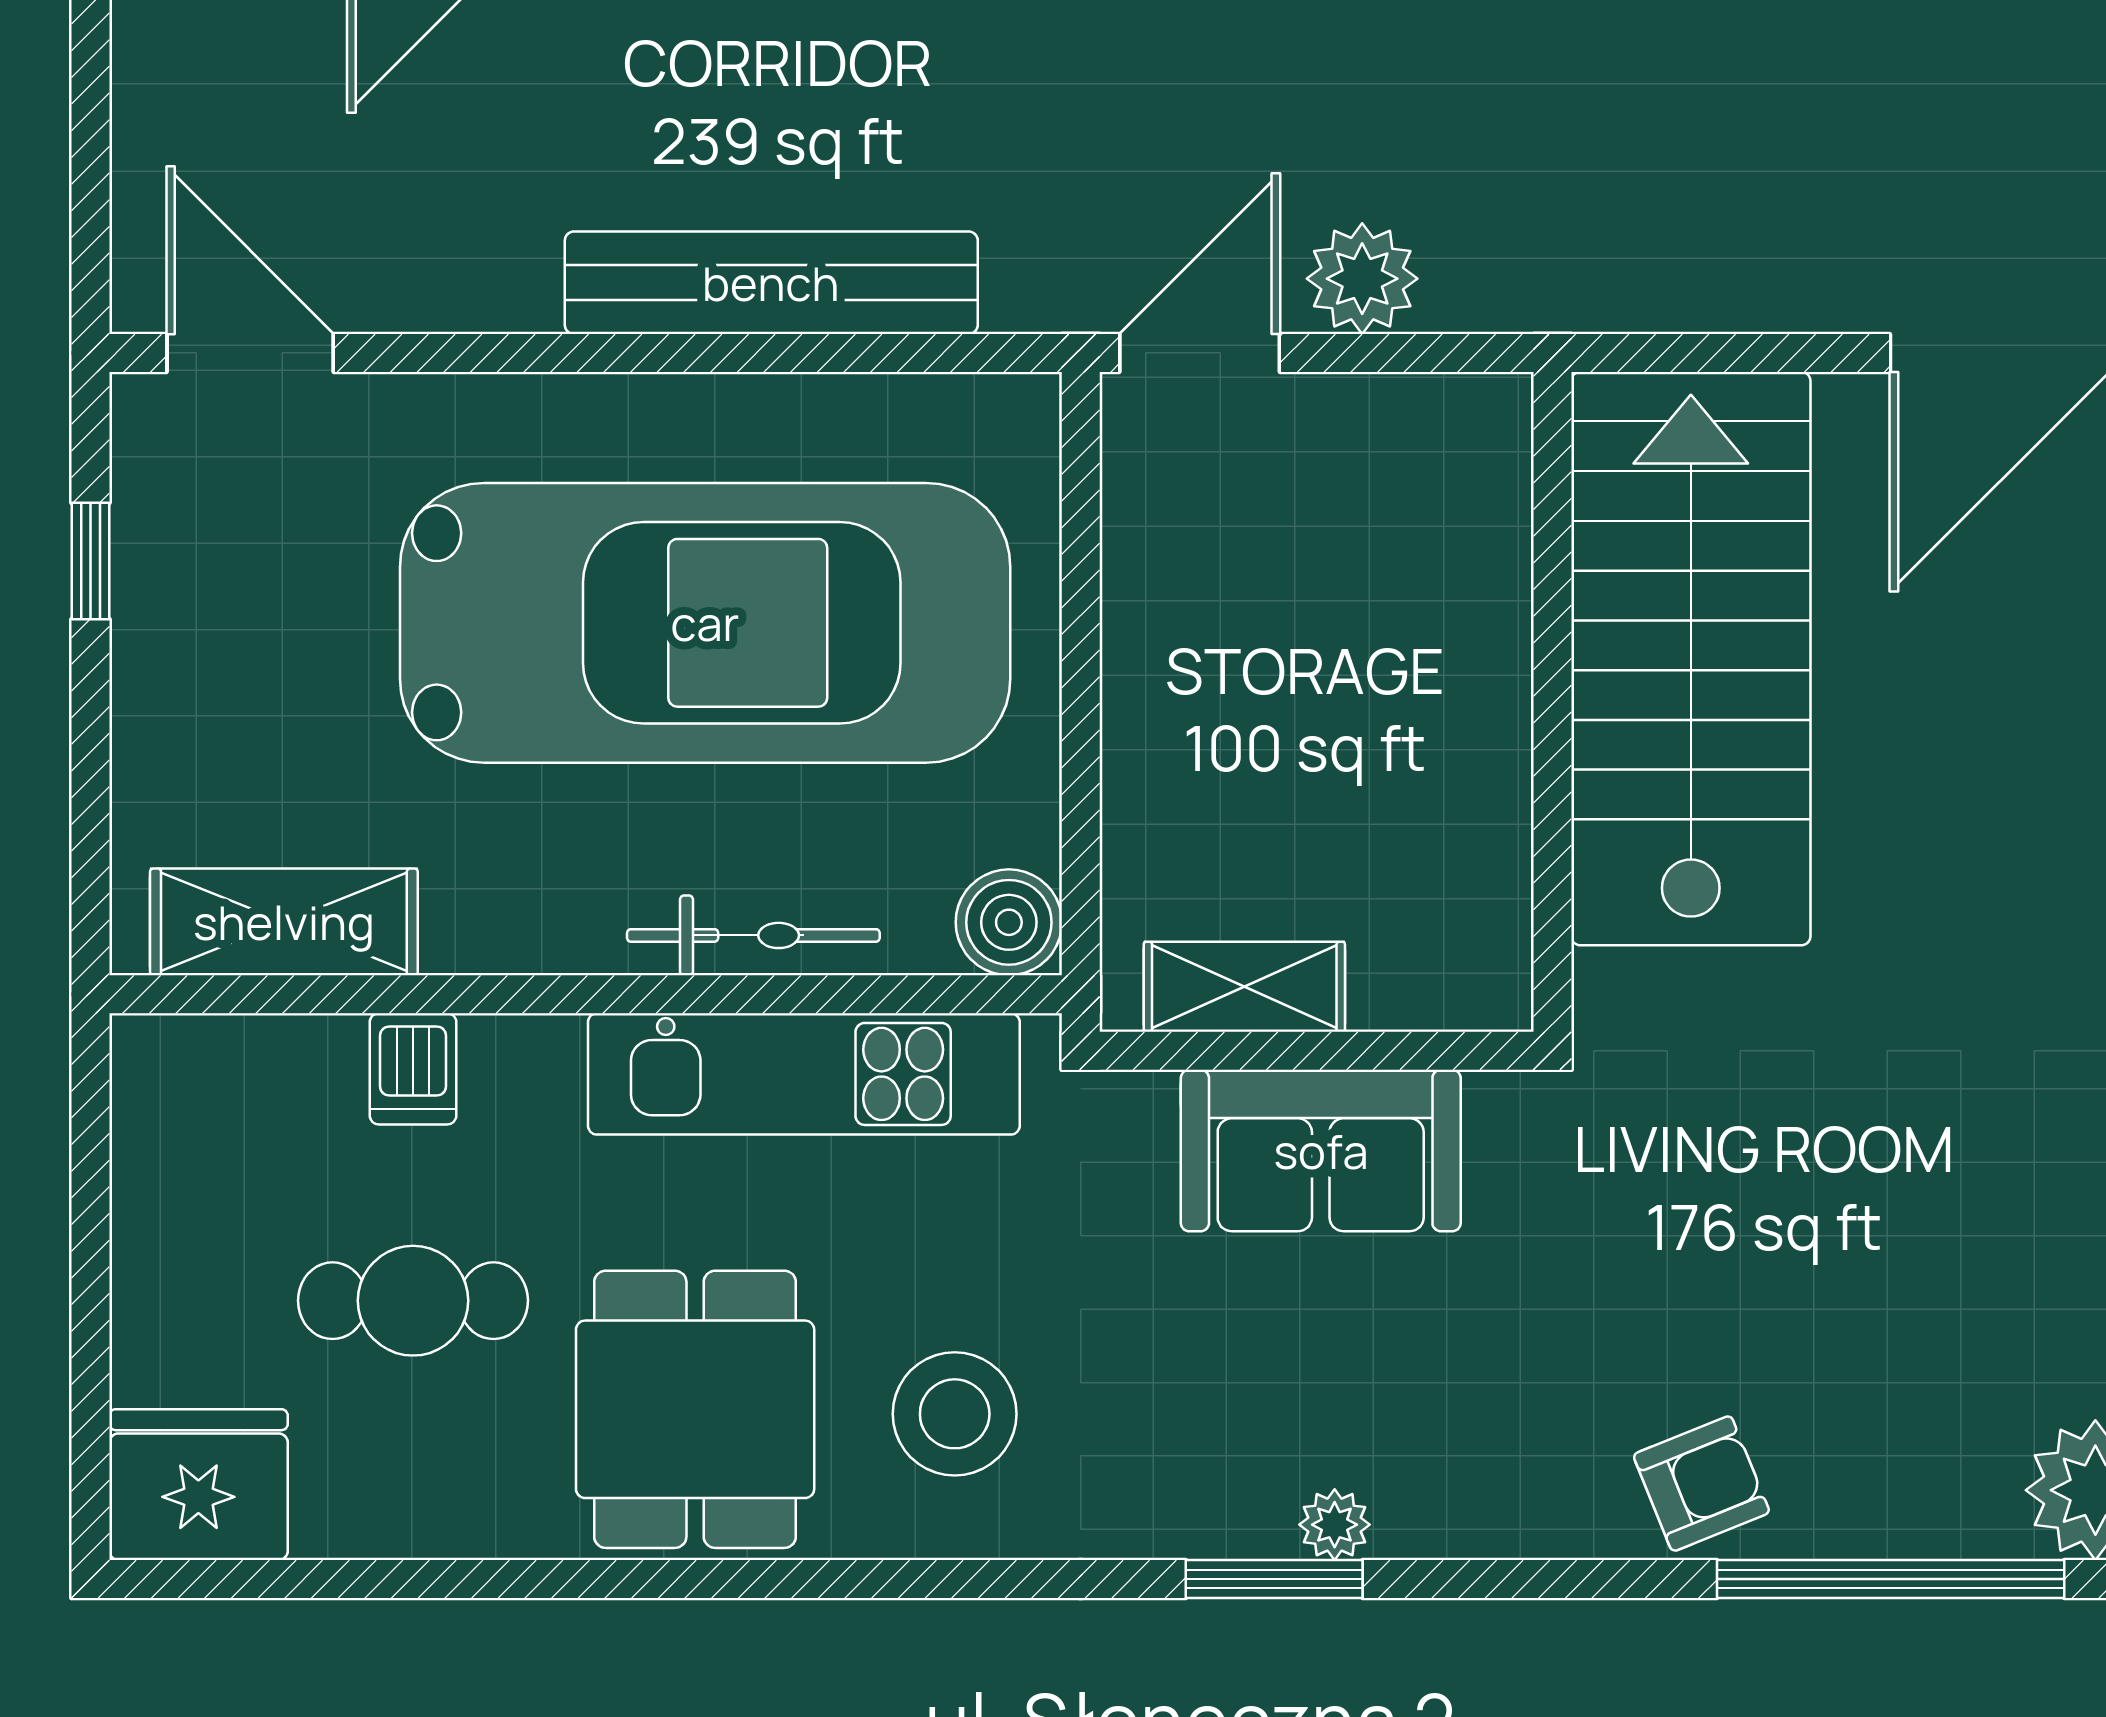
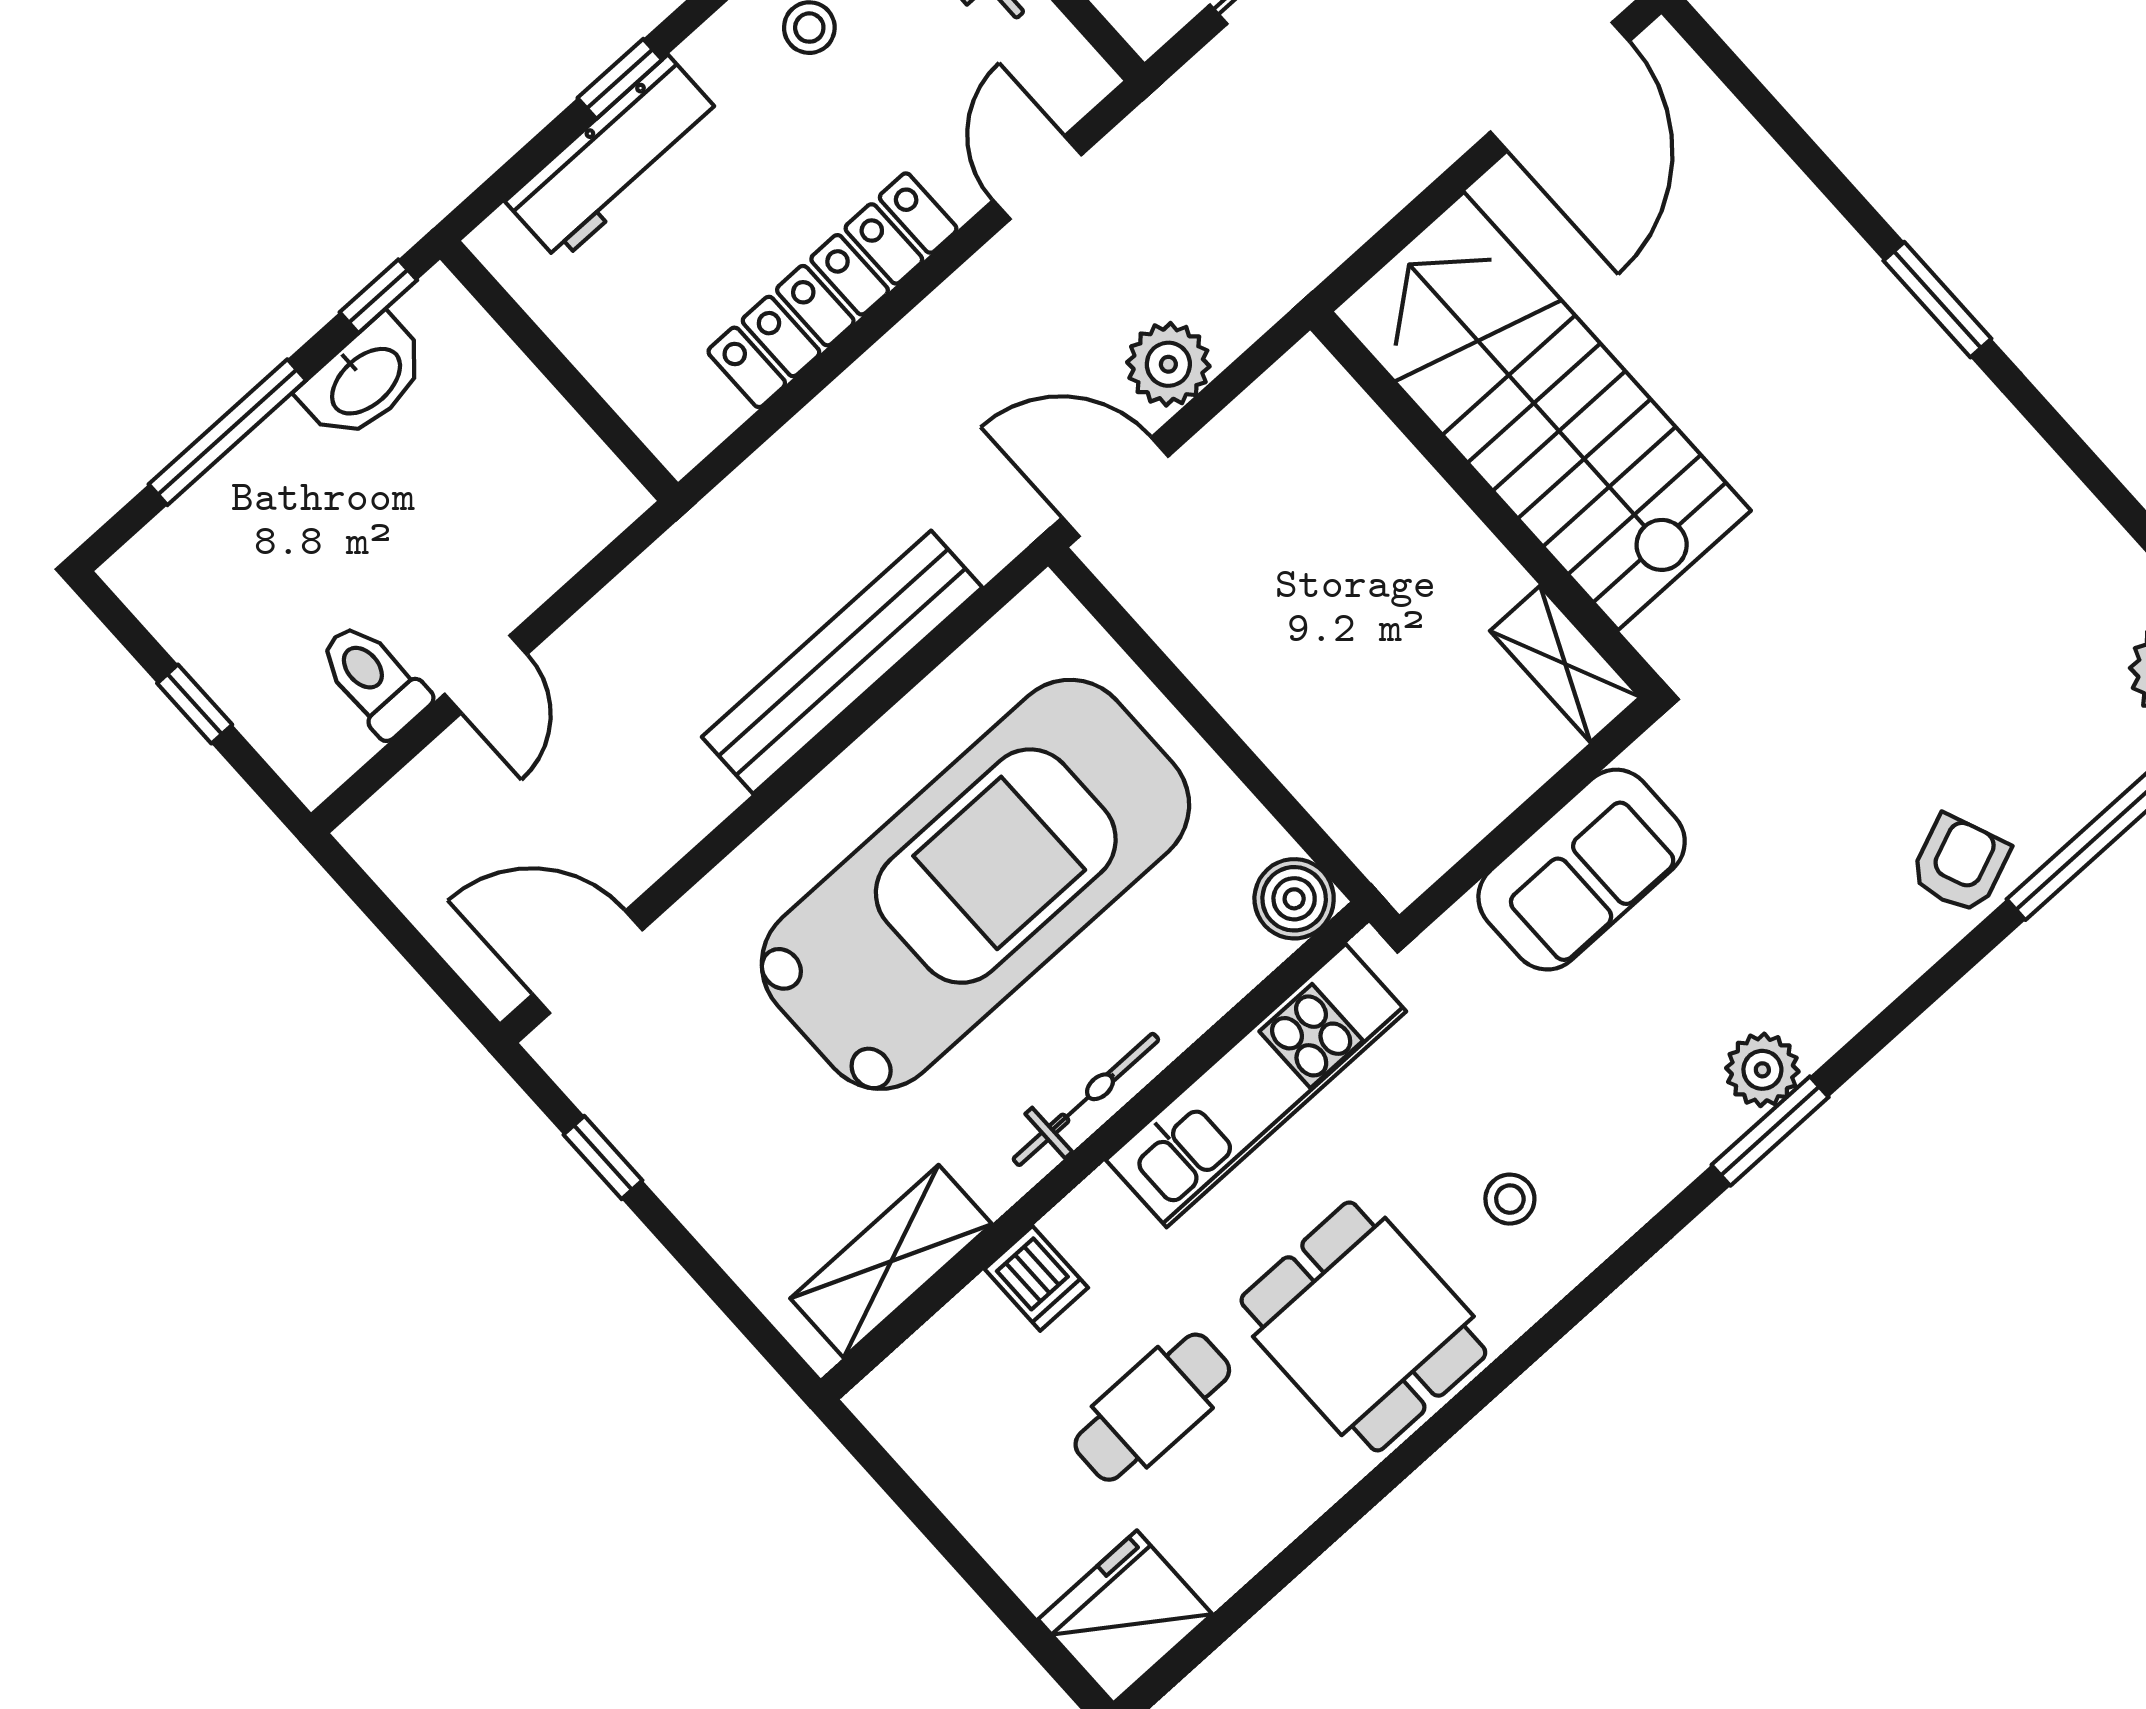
door: (1200, 353) -> (1115, 487), hinge flipped
bicycle: (753, 935) -> (1086, 1099), moved
shelving: (1244, 987) -> (1565, 664), moved, turned 90
stool: (955, 1414) -> (1510, 1199), width x0.53, depth x0.53
plant: (1335, 1525) -> (1762, 1070), width x1.38, depth x1.38

